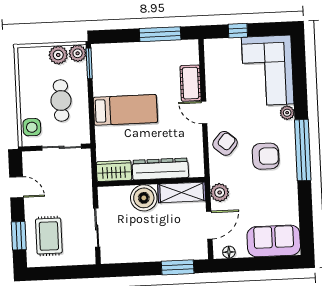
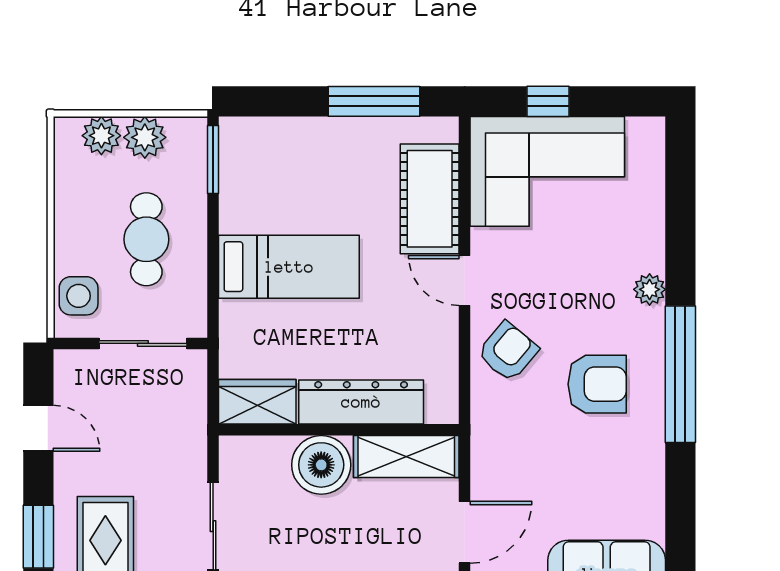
plant: (78, 53) -> (101, 136), moved
corner sofa: (268, 71) -> (547, 171), moved, turned -90
cot: (191, 83) -> (430, 199), width x1.37, depth x1.34
plant: (220, 192) -> (491, 461), removed

